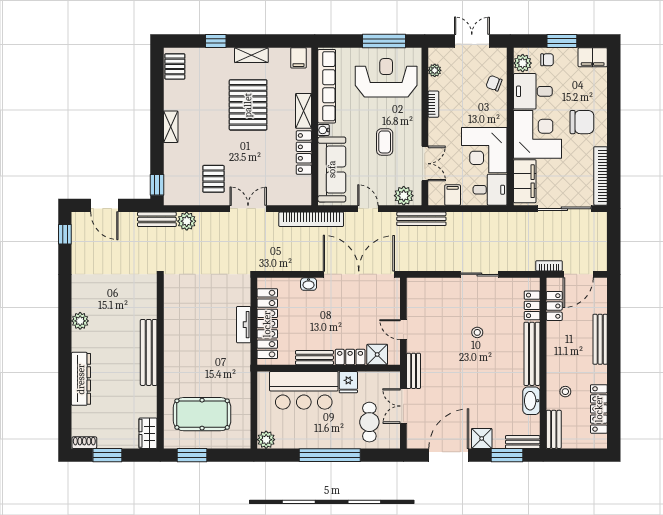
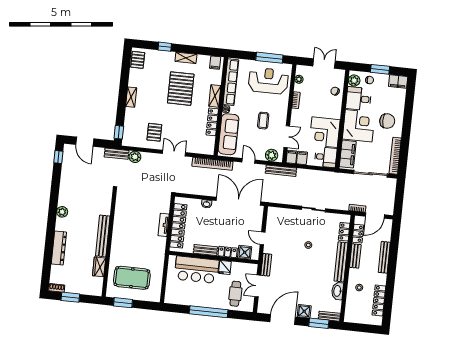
filing cabinet: (436, 195) -> (292, 157), added
bench: (554, 429) -> (355, 256), moved
wardrobe: (148, 433) -> (99, 267), moved
plant: (266, 440) -> (170, 298), removed

